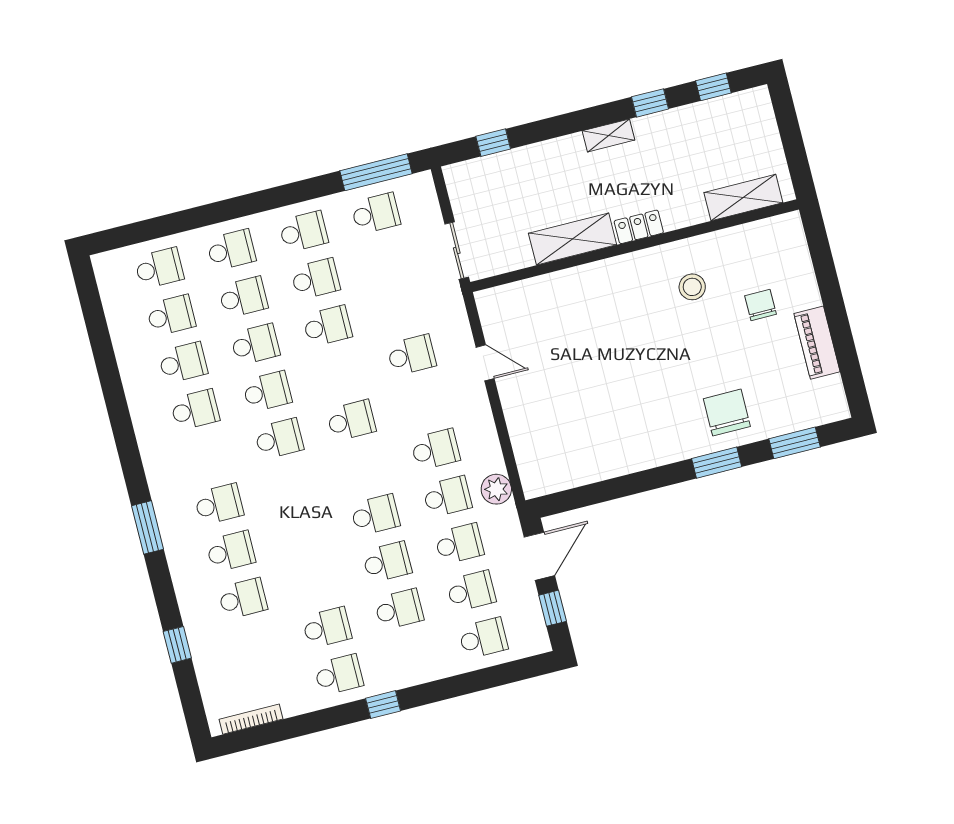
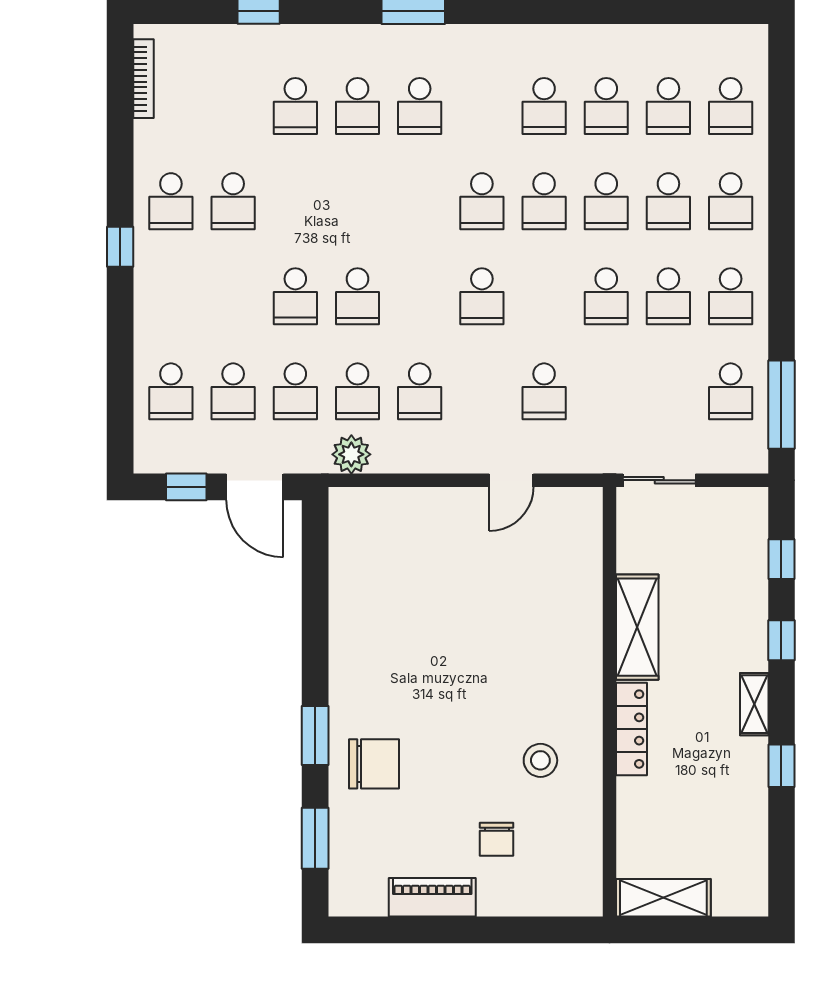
window: (713, 87) -> (781, 640), moved
shelving: (743, 198) -> (663, 898), moved, turned 90
locker: (639, 227) -> (631, 729), width x1.53
chair: (760, 305) -> (497, 839), turned 90
school desk: (399, 609) -> (233, 296), removed

